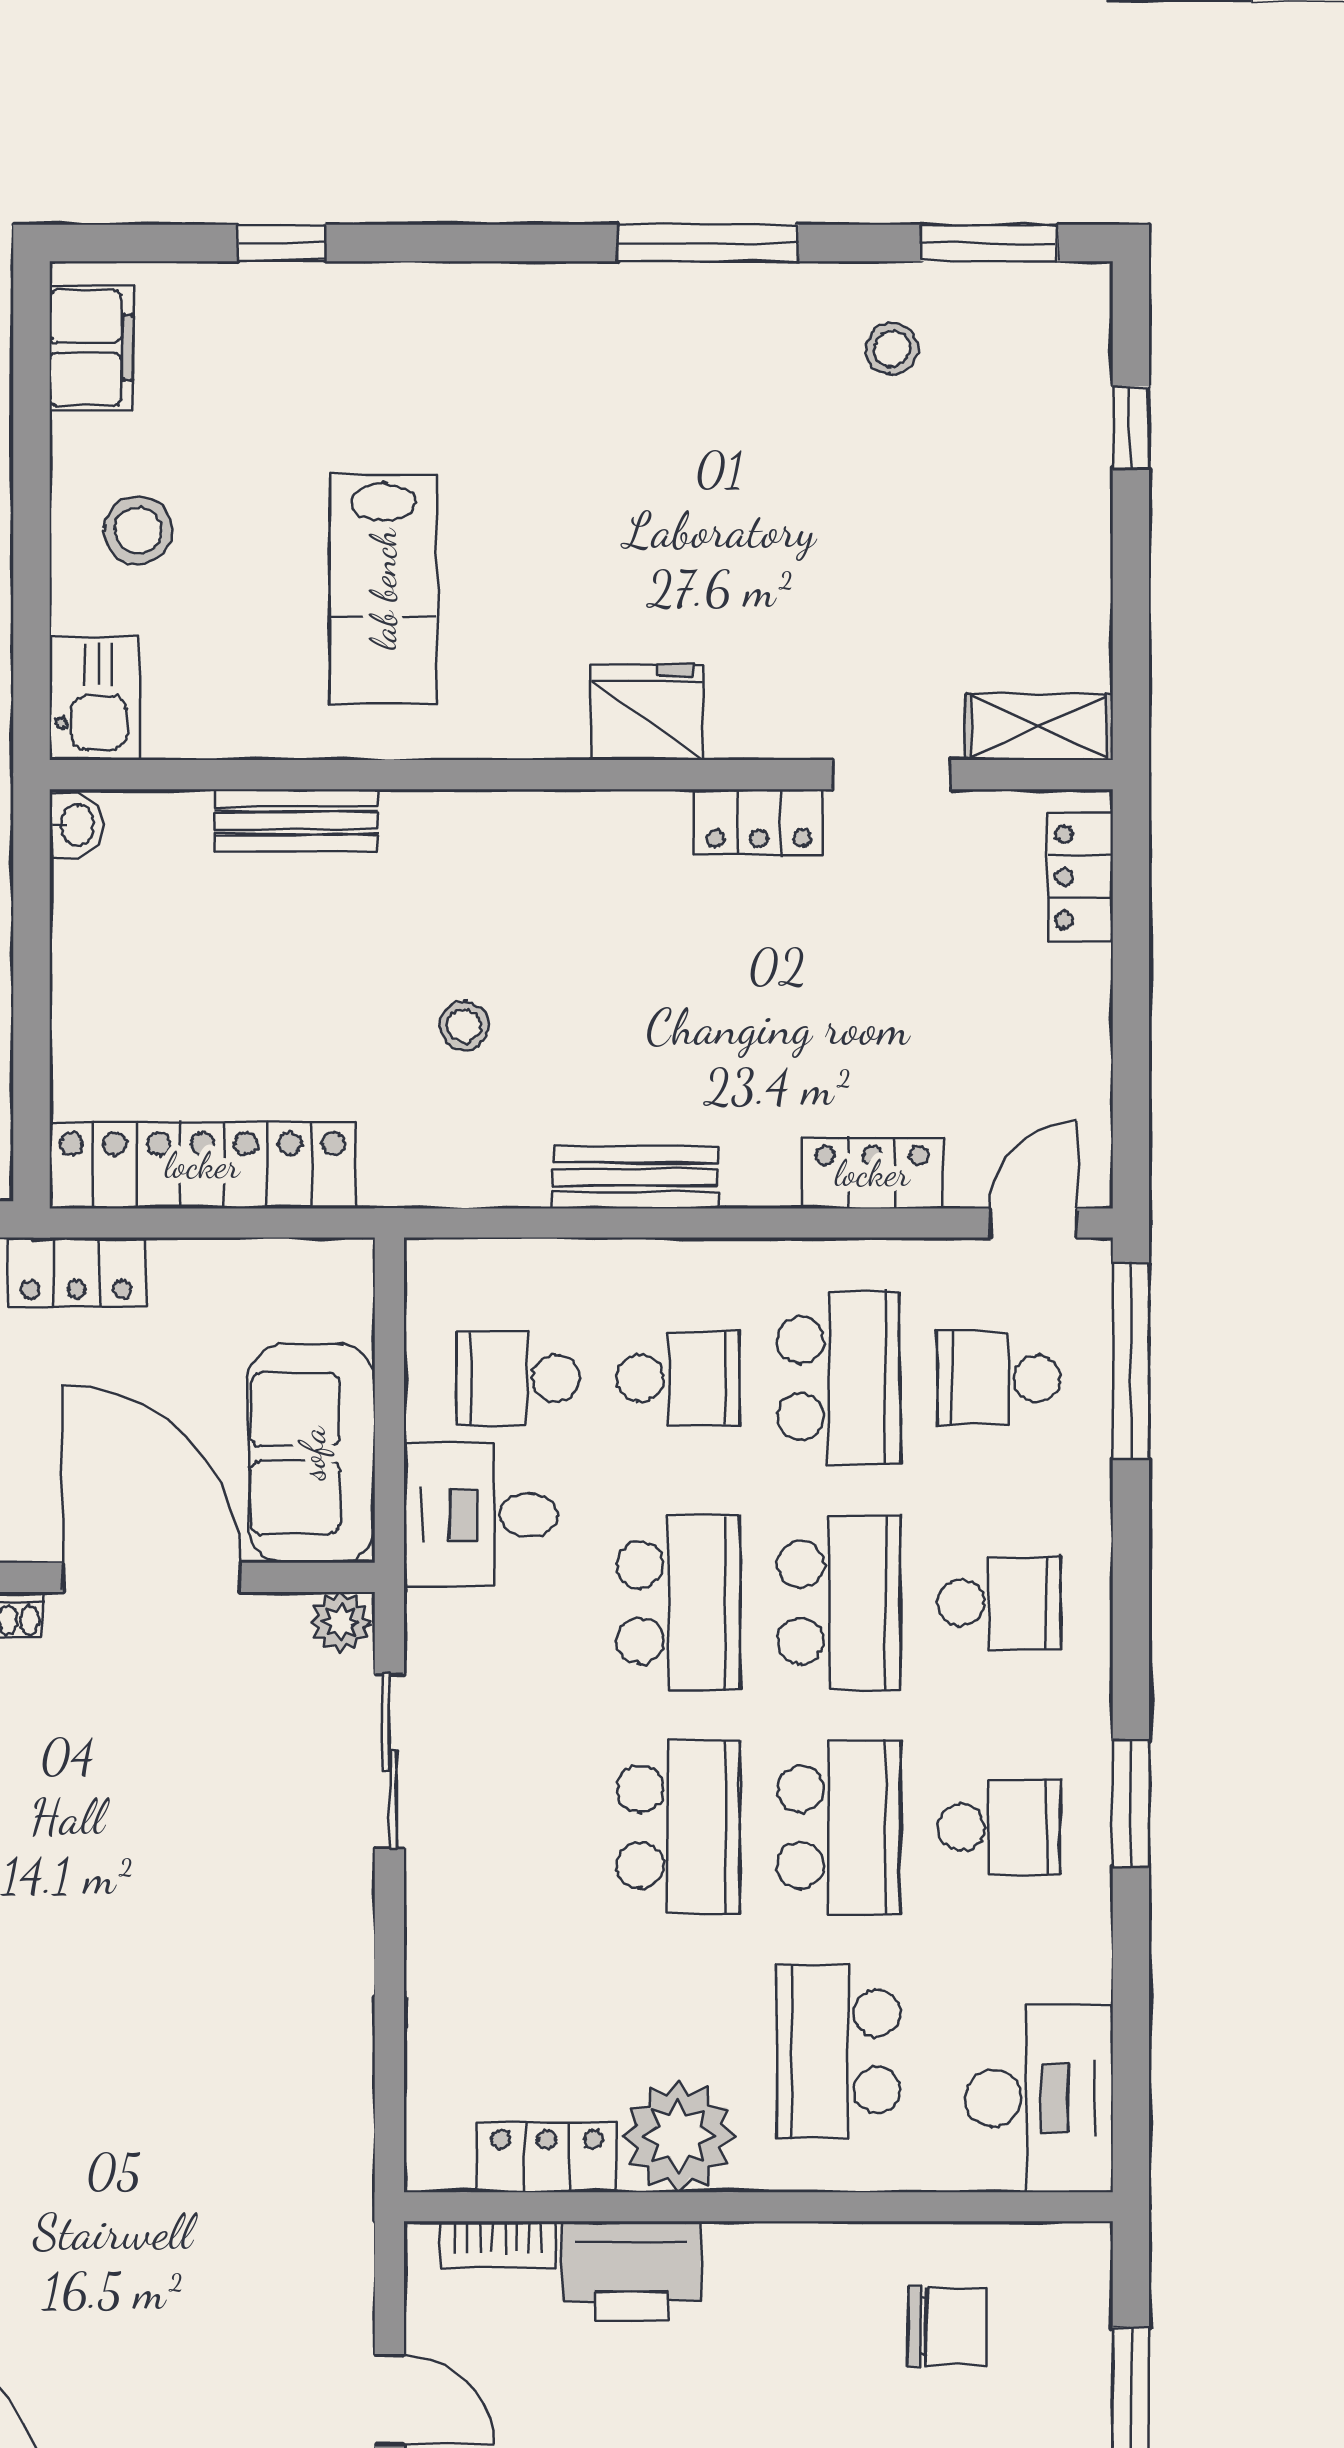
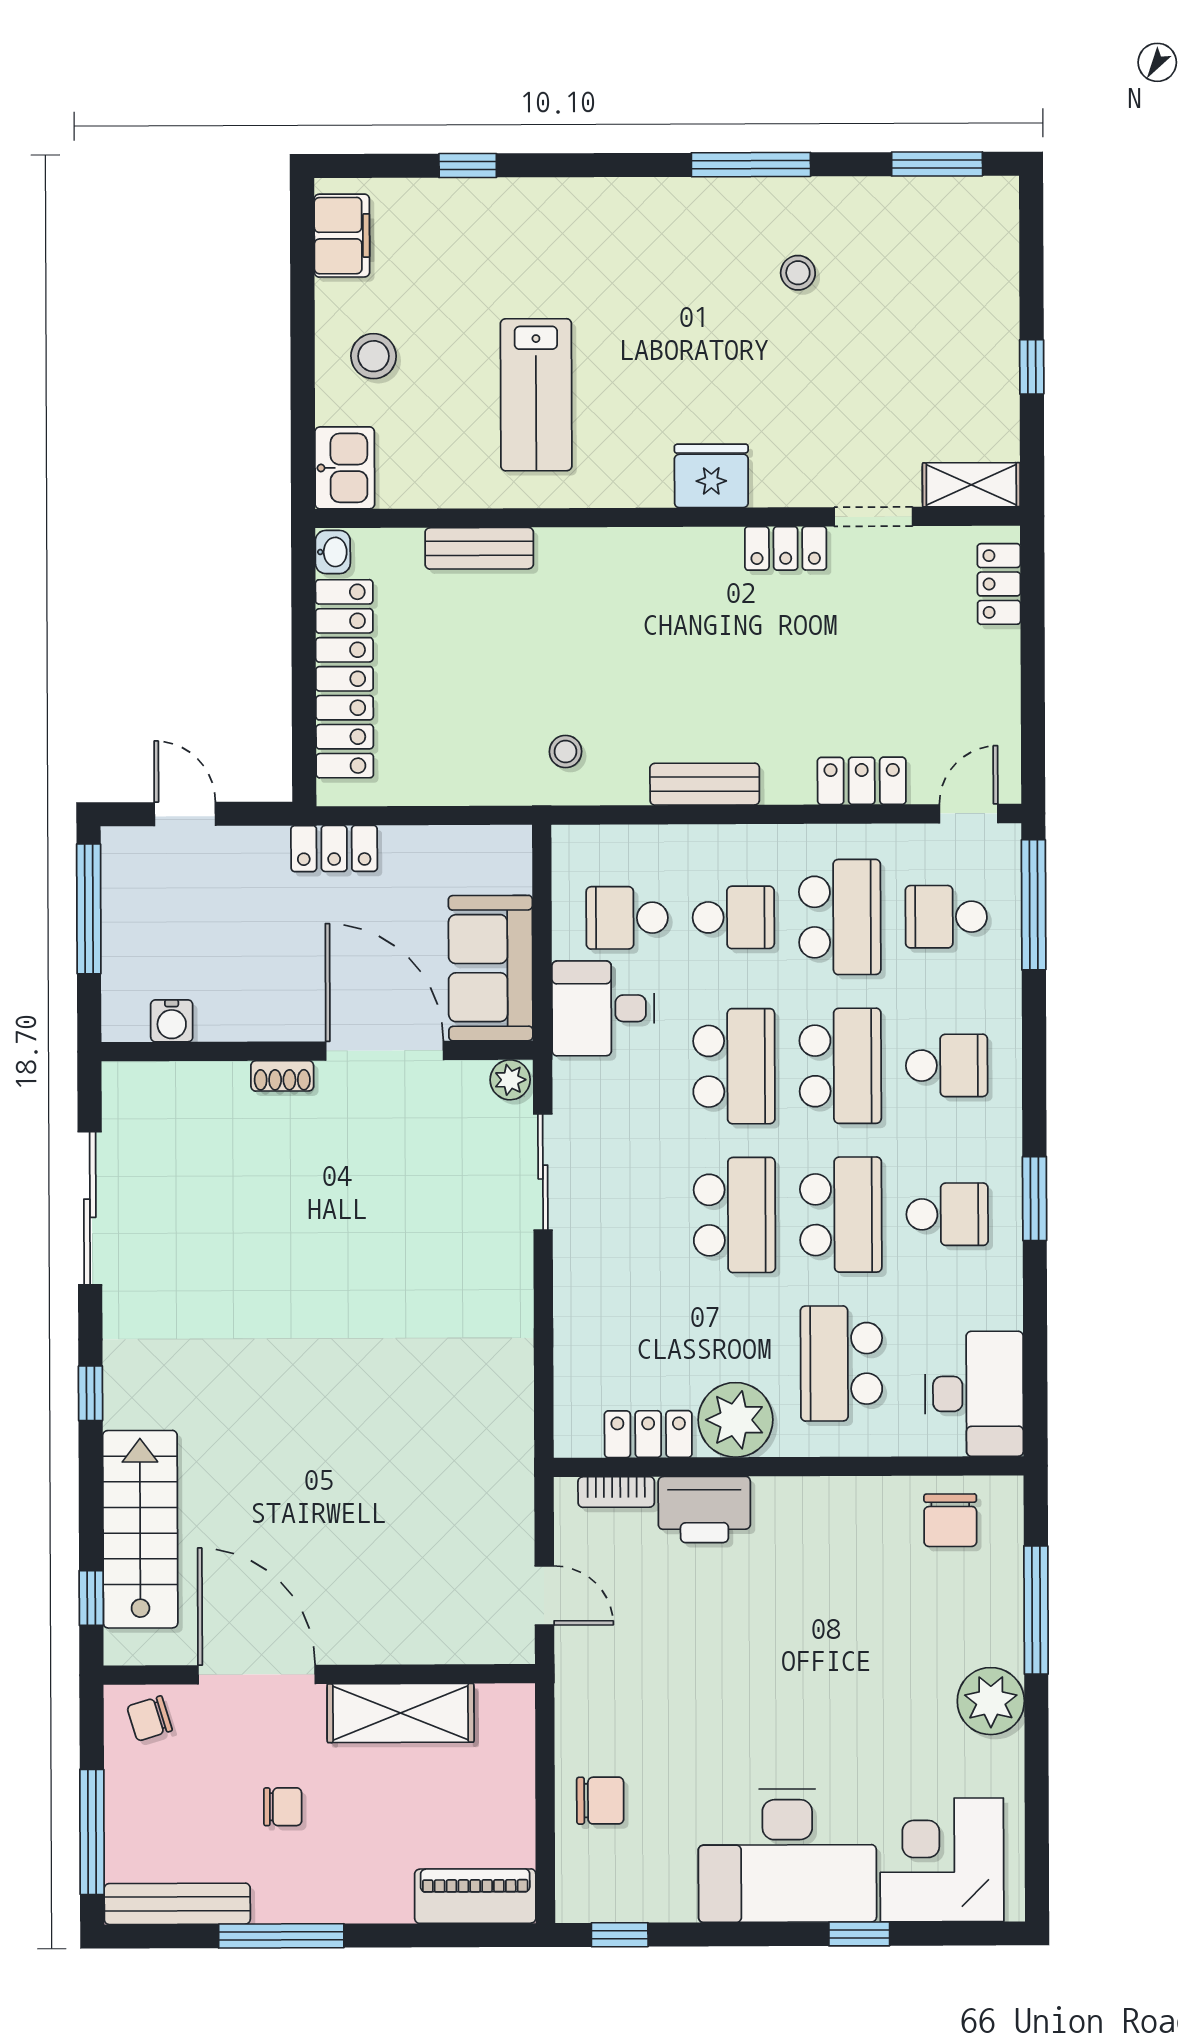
stool: (892, 349) -> (798, 273), moved
window: (1131, 427) -> (1032, 367), moved
stool: (464, 1026) -> (565, 752), moved
locker: (202, 1165) -> (344, 679), moved, turned 90
chair: (947, 2326) -> (950, 1520), moved, turned 90

